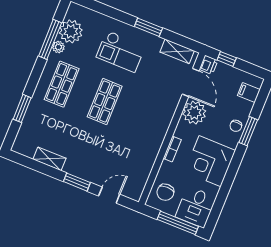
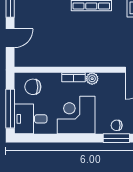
plant: (194, 113) -> (92, 79), moved, width x0.53, depth x0.53
door: (109, 195) -> (10, 38), hinge flipped

